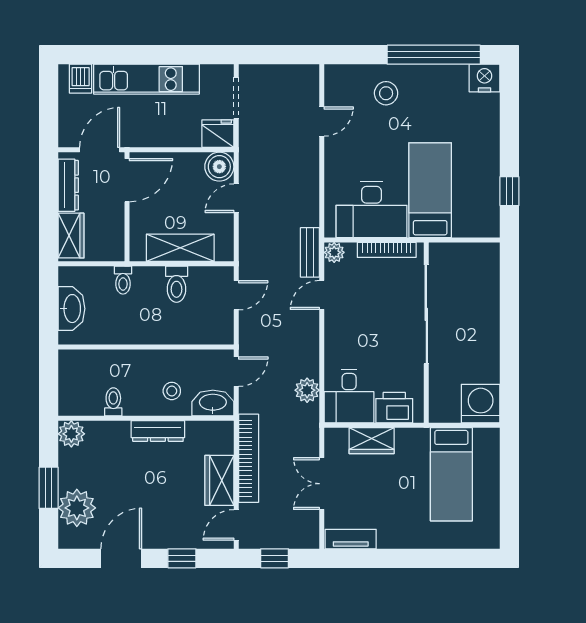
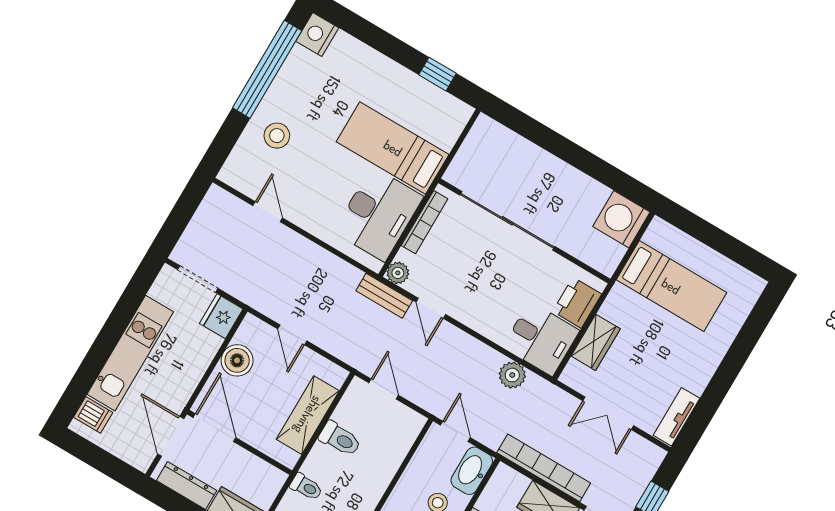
boiler: (219, 167) -> (237, 360), moved

